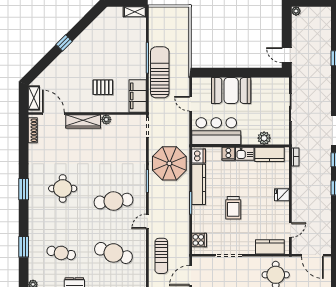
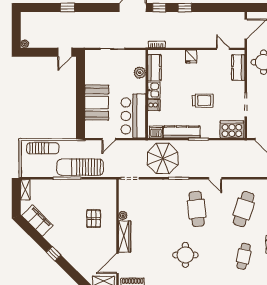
filing cabinet: (138, 96) -> (37, 220), moved, turned -135
cooker: (199, 240) -> (232, 129), width x1.87, depth x1.31
sun lounger: (161, 256) -> (43, 148), moved

